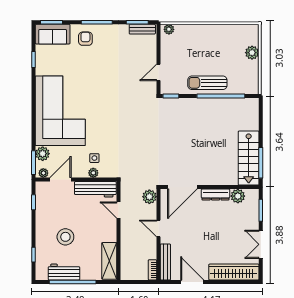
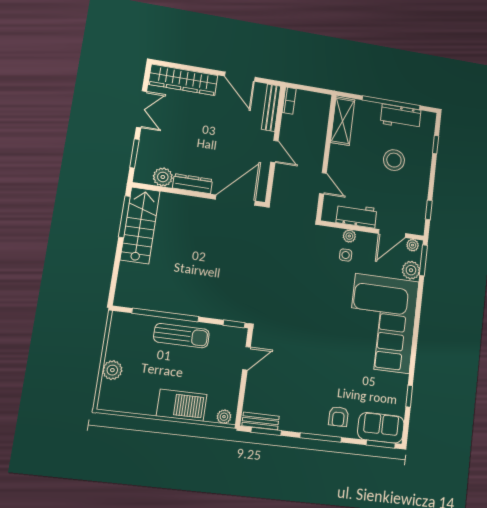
barbecue: (200, 34) -> (182, 405), added
workbench: (95, 189) -> (357, 216), width x0.73
plant: (149, 197) -> (281, 194), removed

